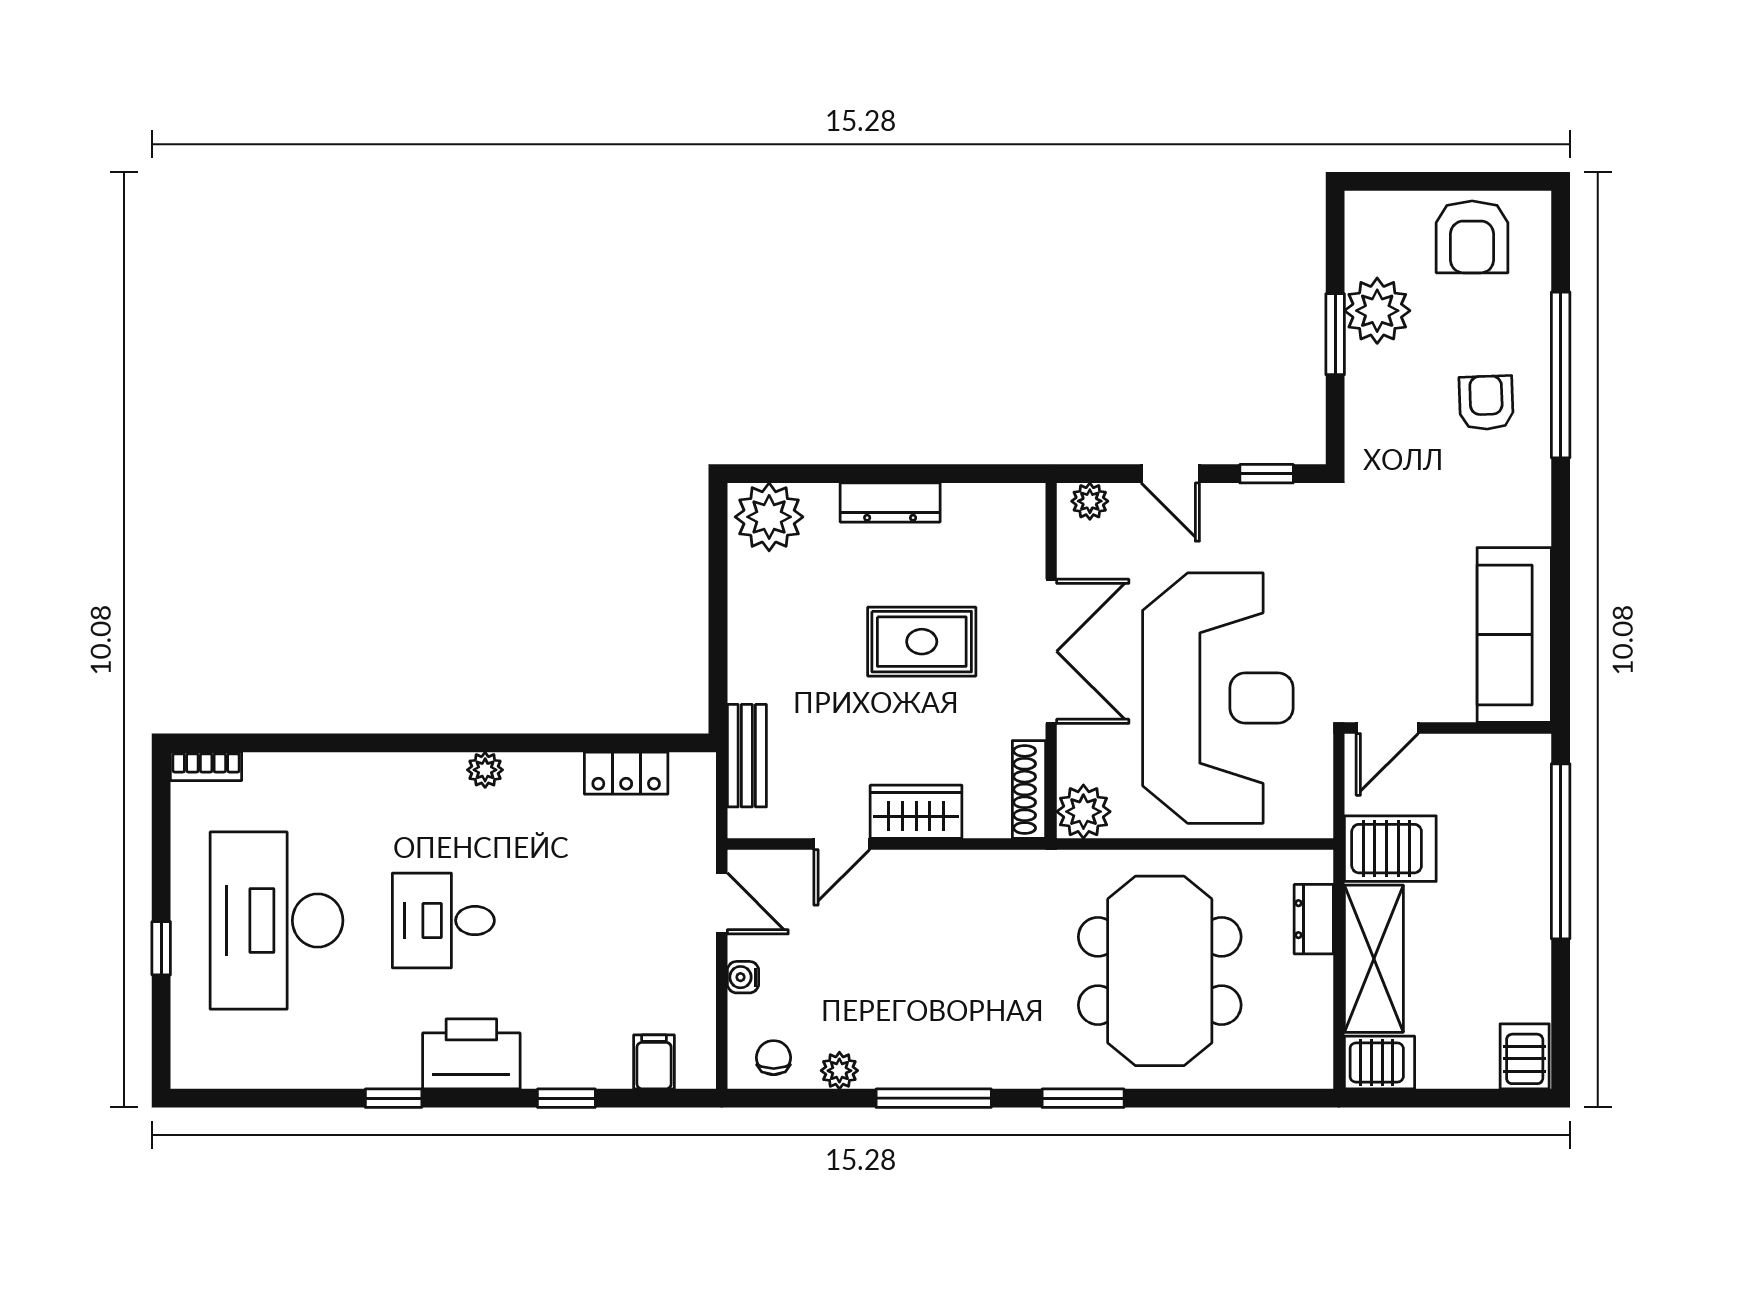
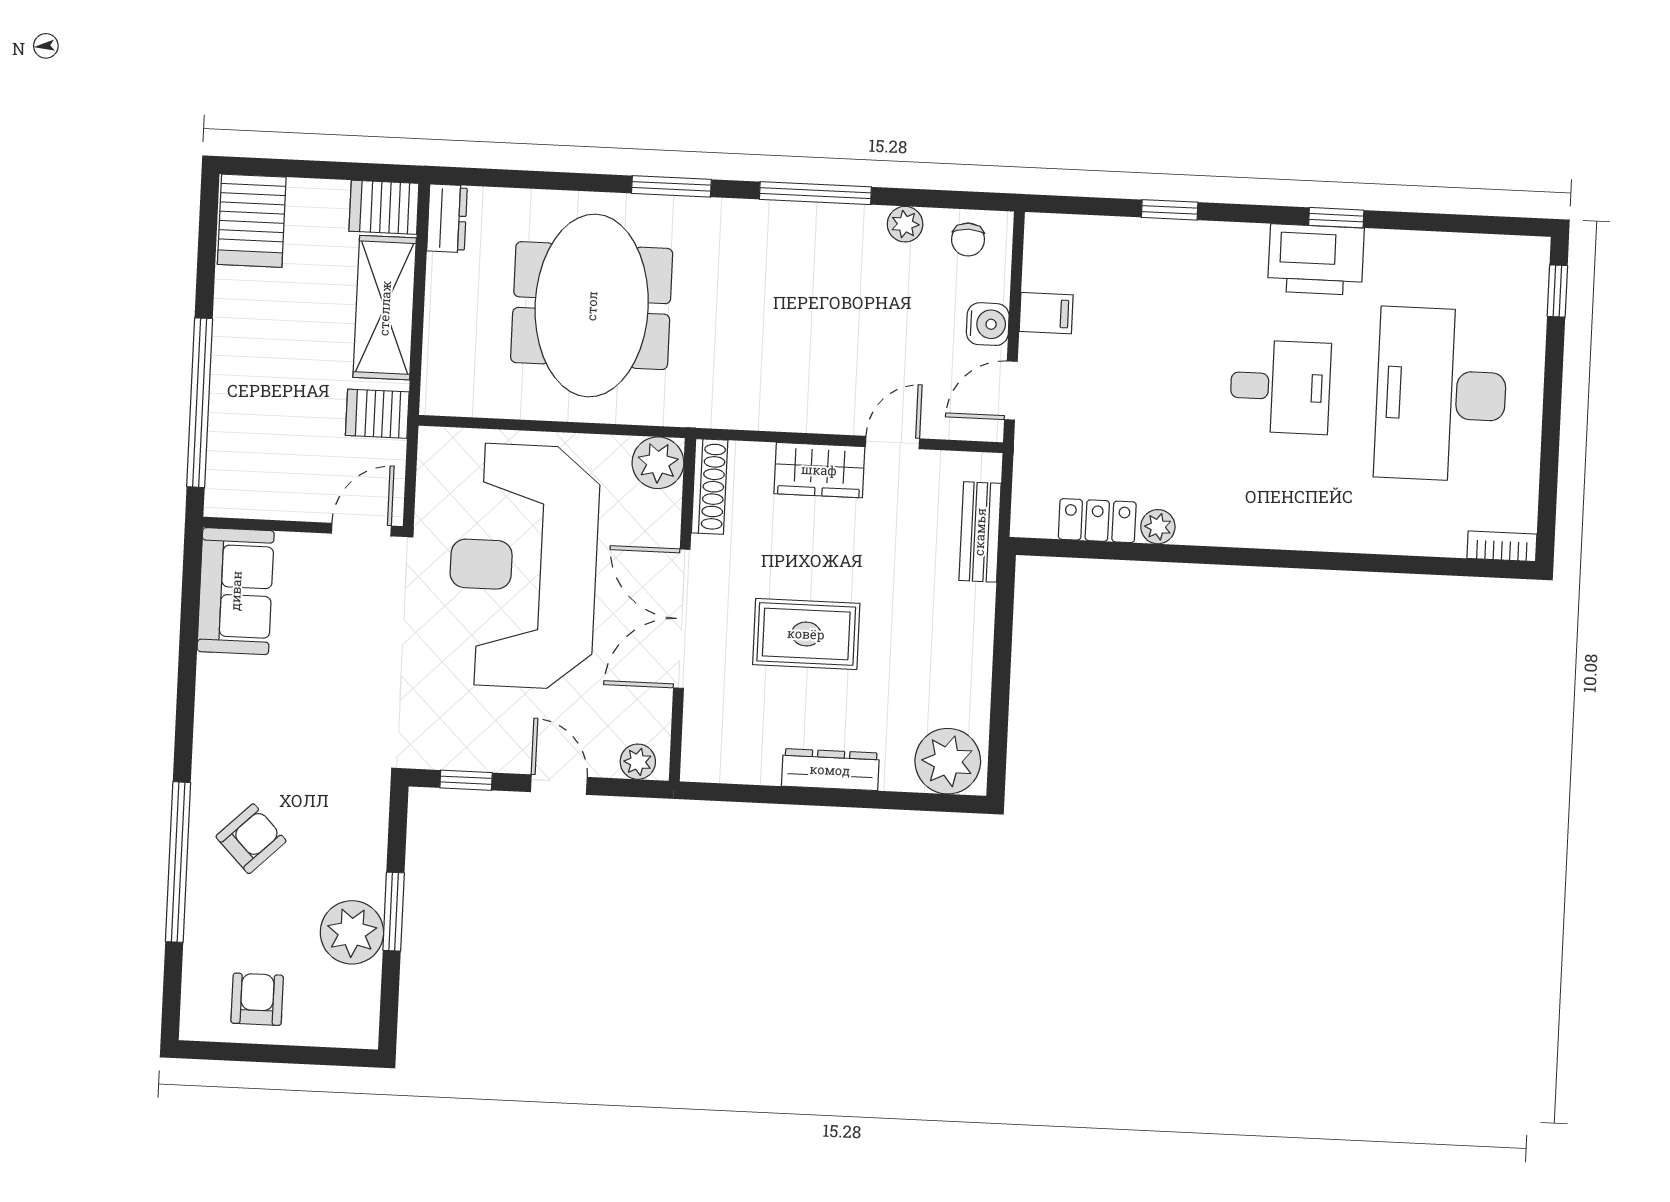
armchair: (1472, 237) -> (257, 999), width x0.72, depth x0.72
armchair: (1486, 403) -> (251, 839), turned -132
sofa: (1514, 635) -> (236, 591), width x0.73
plant: (485, 770) -> (1158, 527), moved
server rack: (1390, 849) -> (377, 414), width x0.73, depth x0.70
door: (722, 903) -> (1011, 391), hinge flipped
dresser: (1314, 919) -> (447, 218), moved
desk: (276, 921) -> (1441, 394), turned 180
window: (161, 948) -> (1557, 291), moved
water cooler: (743, 977) -> (988, 324), width x1.38, depth x1.38
printer: (471, 1054) -> (1316, 260), moved
server rack: (1525, 1056) -> (252, 221), width x1.36, depth x1.44
filing cabinet: (654, 1062) -> (1046, 313), moved, turned -90

